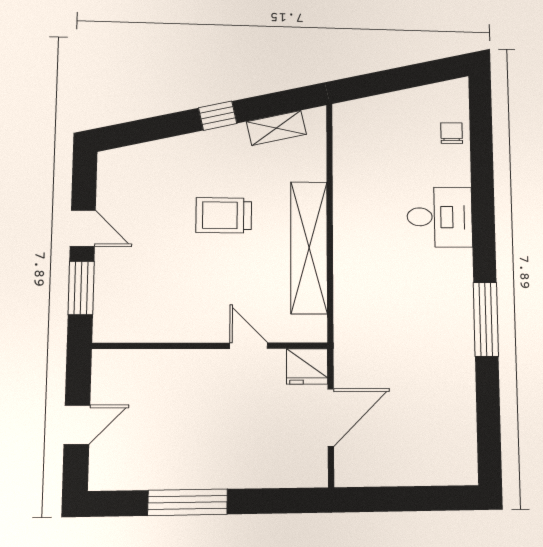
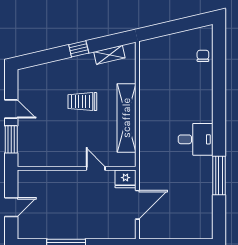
desk: (440, 217) -> (196, 139), moved
window: (486, 319) -> (219, 176), moved

